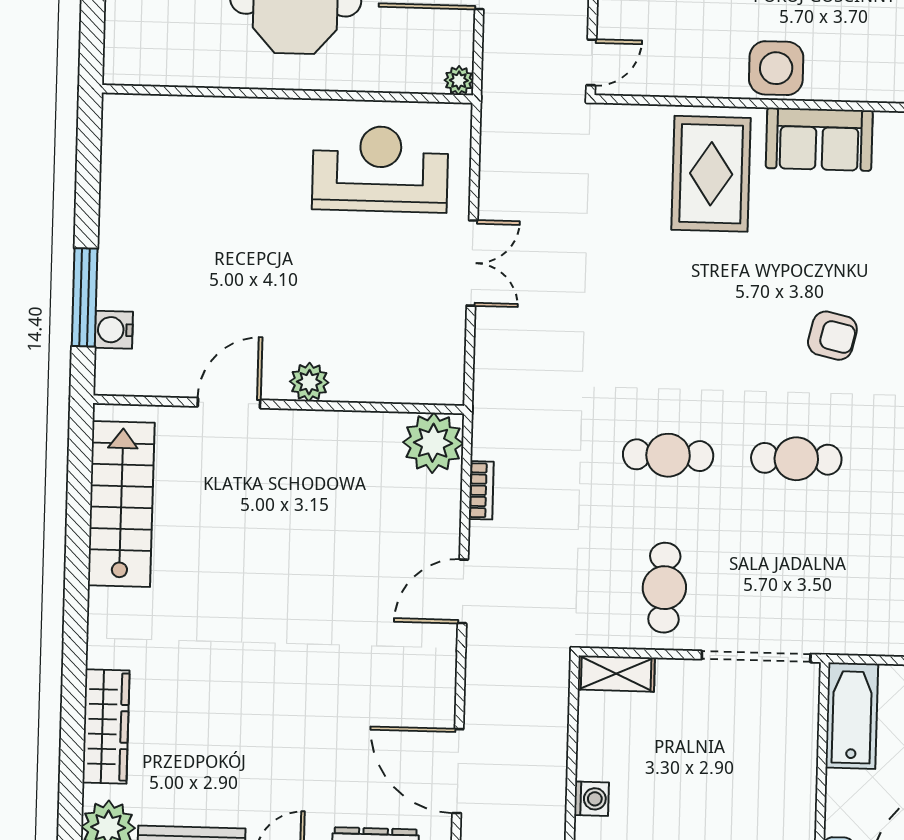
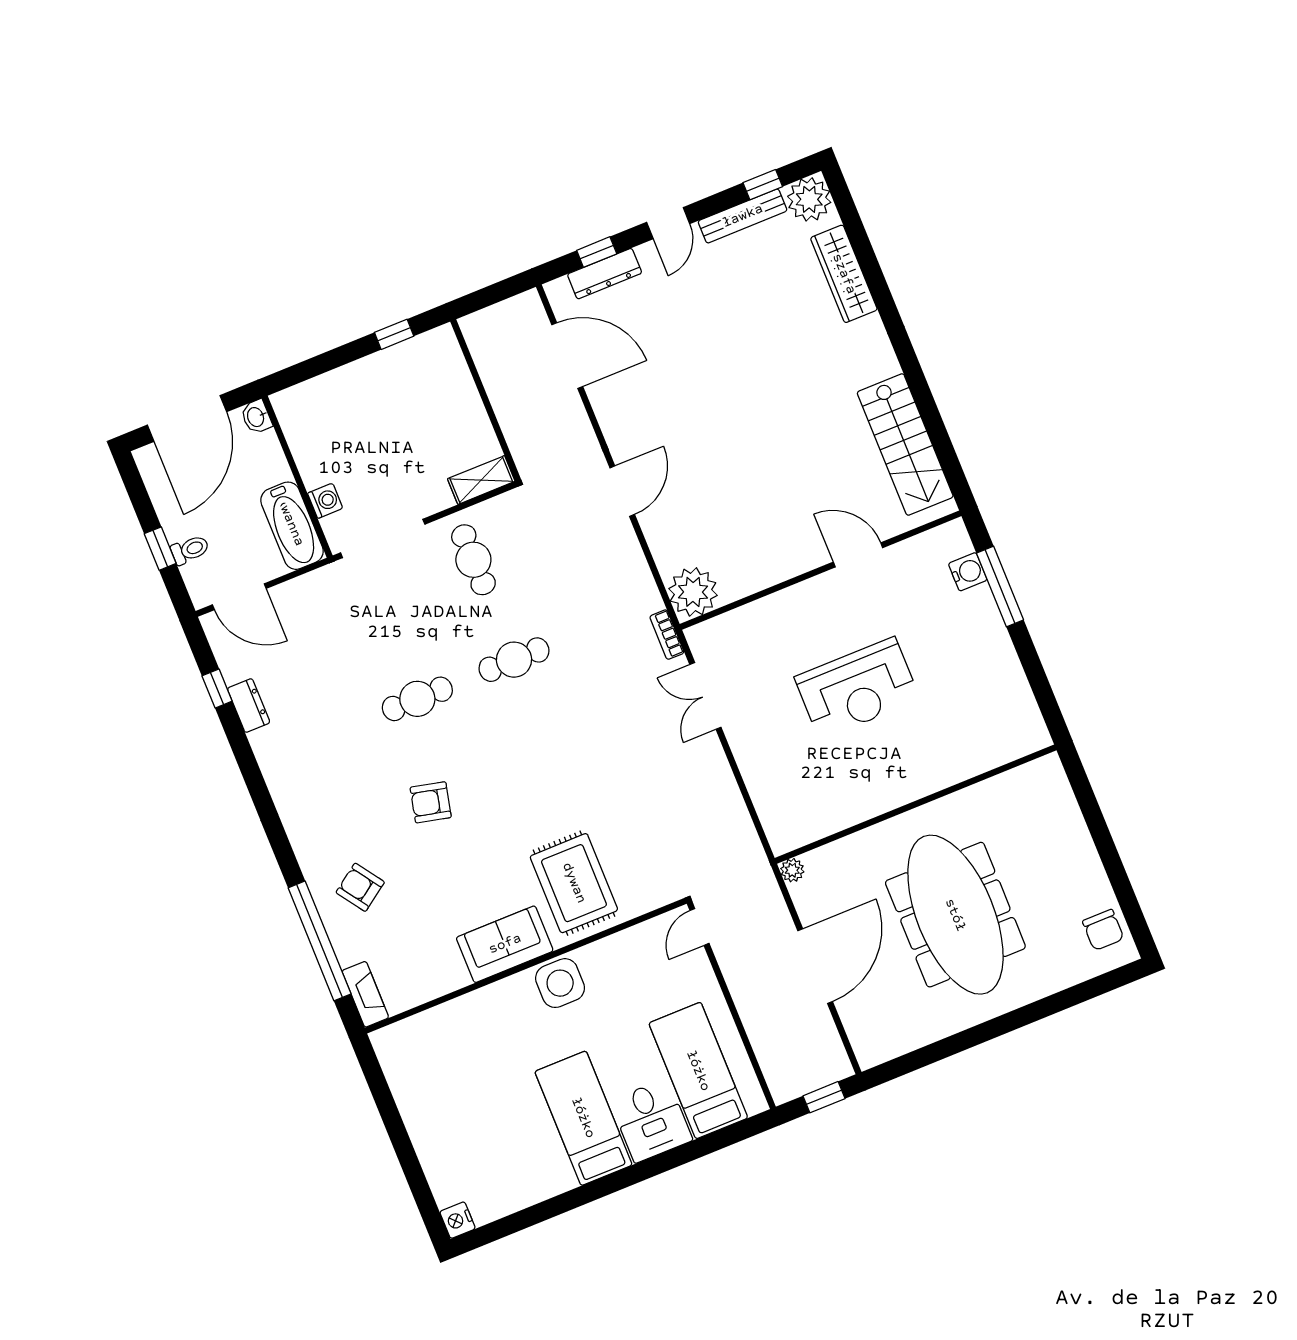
reception desk: (380, 169) -> (857, 688), moved
double door: (472, 263) -> (705, 696), moved
plant: (309, 382) -> (805, 597), removed
door: (229, 403) -> (858, 555), swing flipped
bookcase: (481, 490) -> (667, 635), moved
washing machine: (591, 799) -> (325, 501), moved, turned 180

